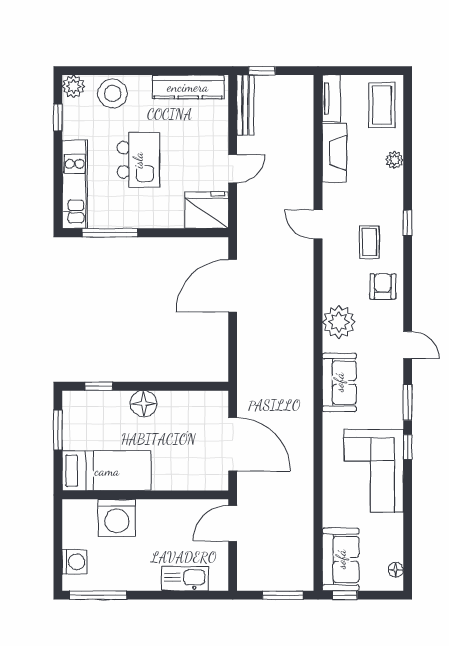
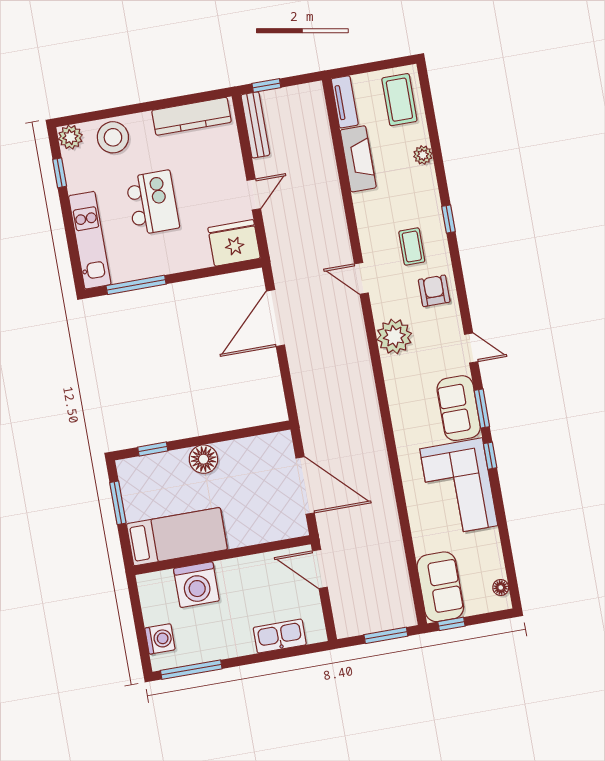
door: (318, 224) -> (361, 278), moved
sofa: (339, 382) -> (459, 408), moved, turned 180
door: (233, 523) -> (320, 569), hinge flipped

